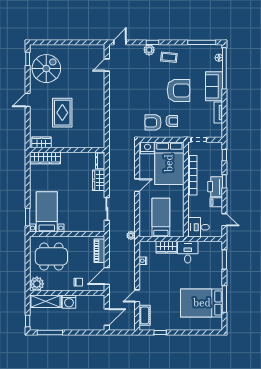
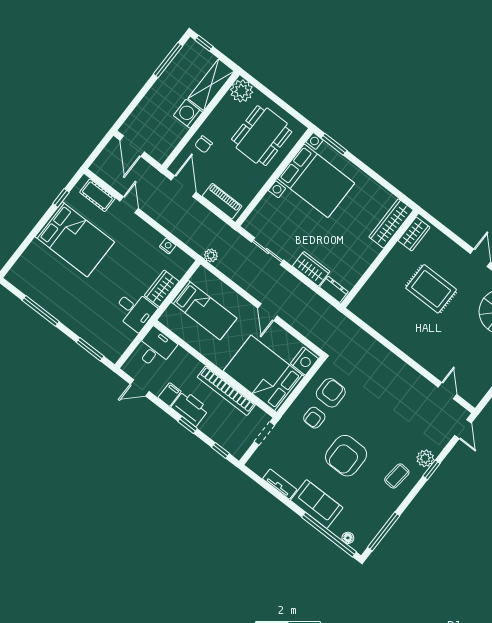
bed with nightstands: (47, 212) -> (316, 181), width x1.36
bed: (202, 303) -> (75, 239), moved, turned 90

